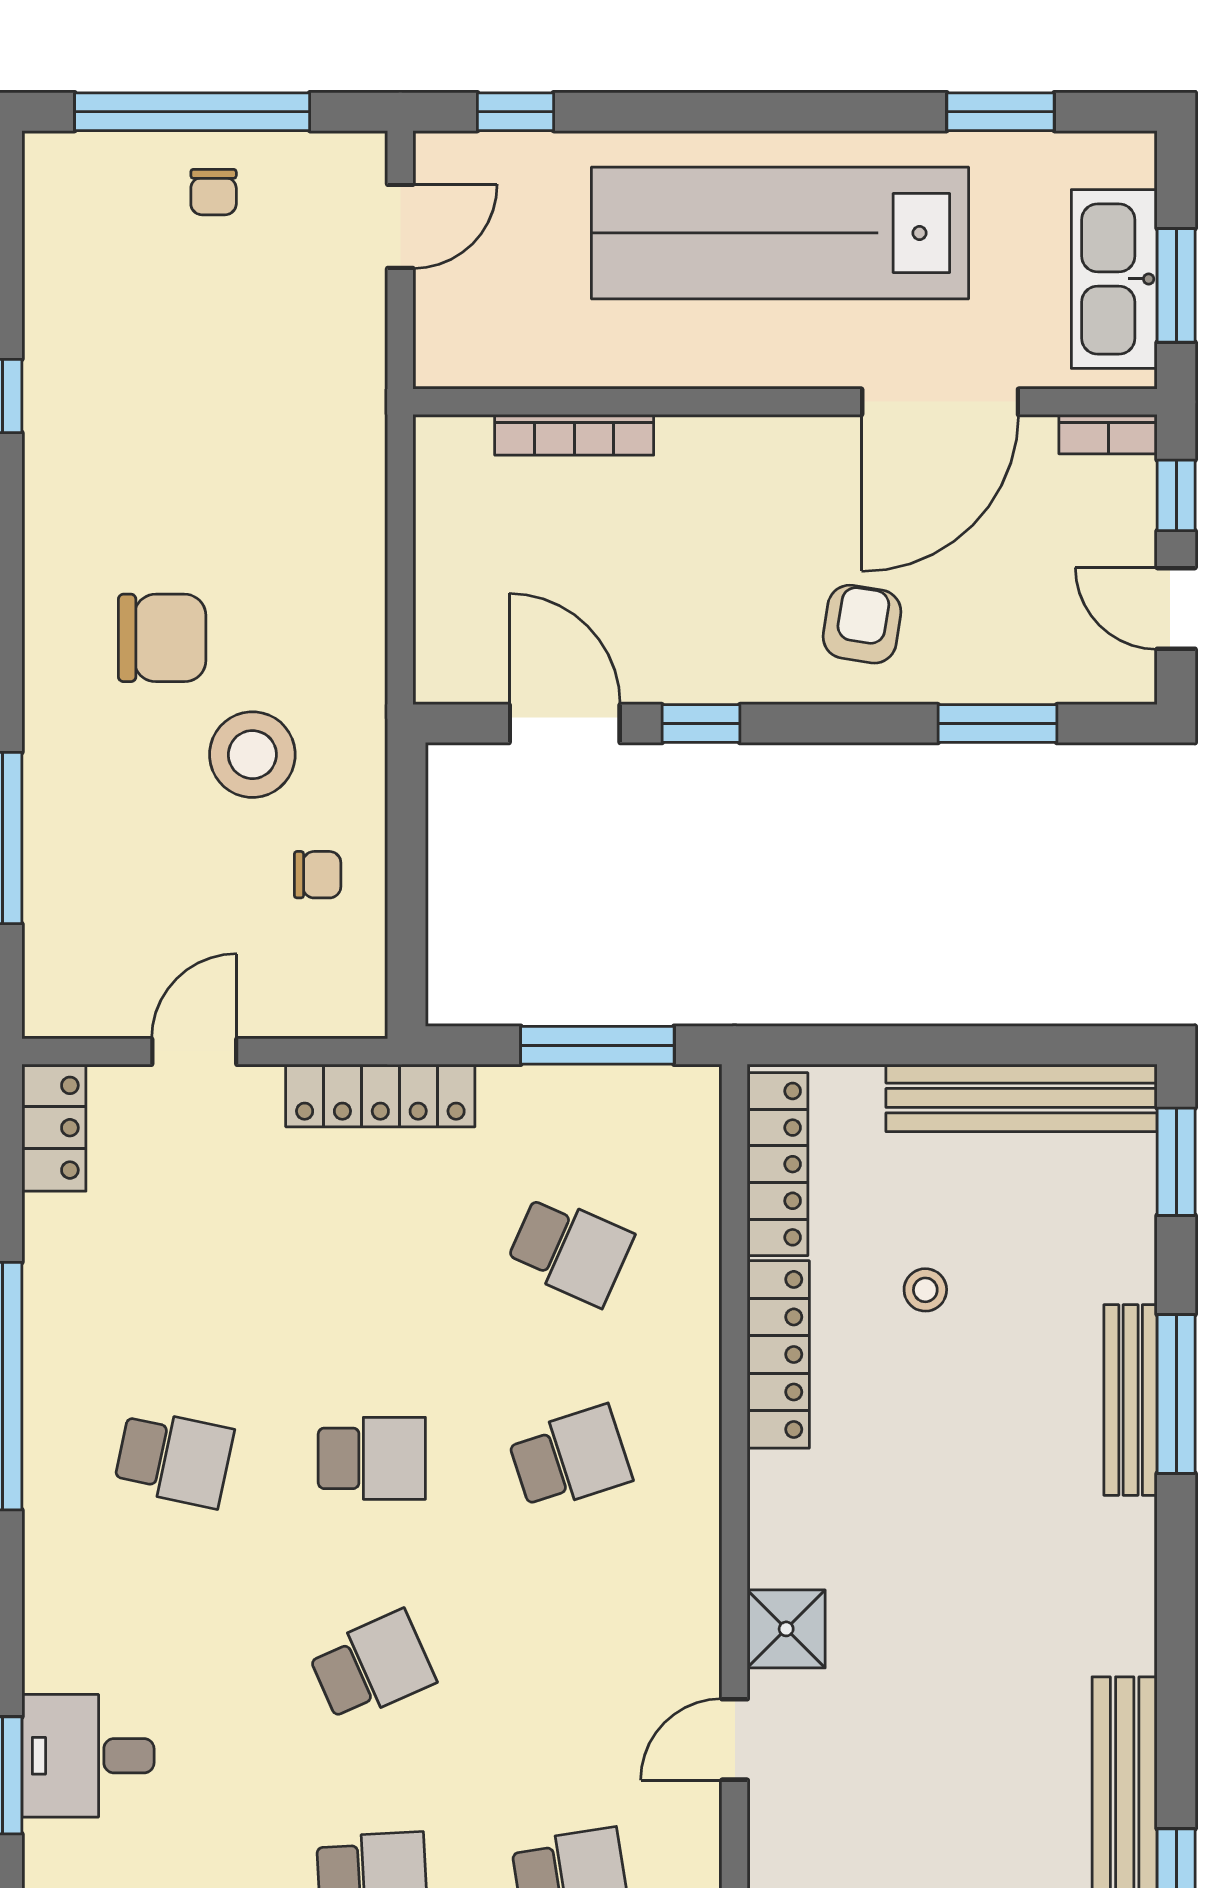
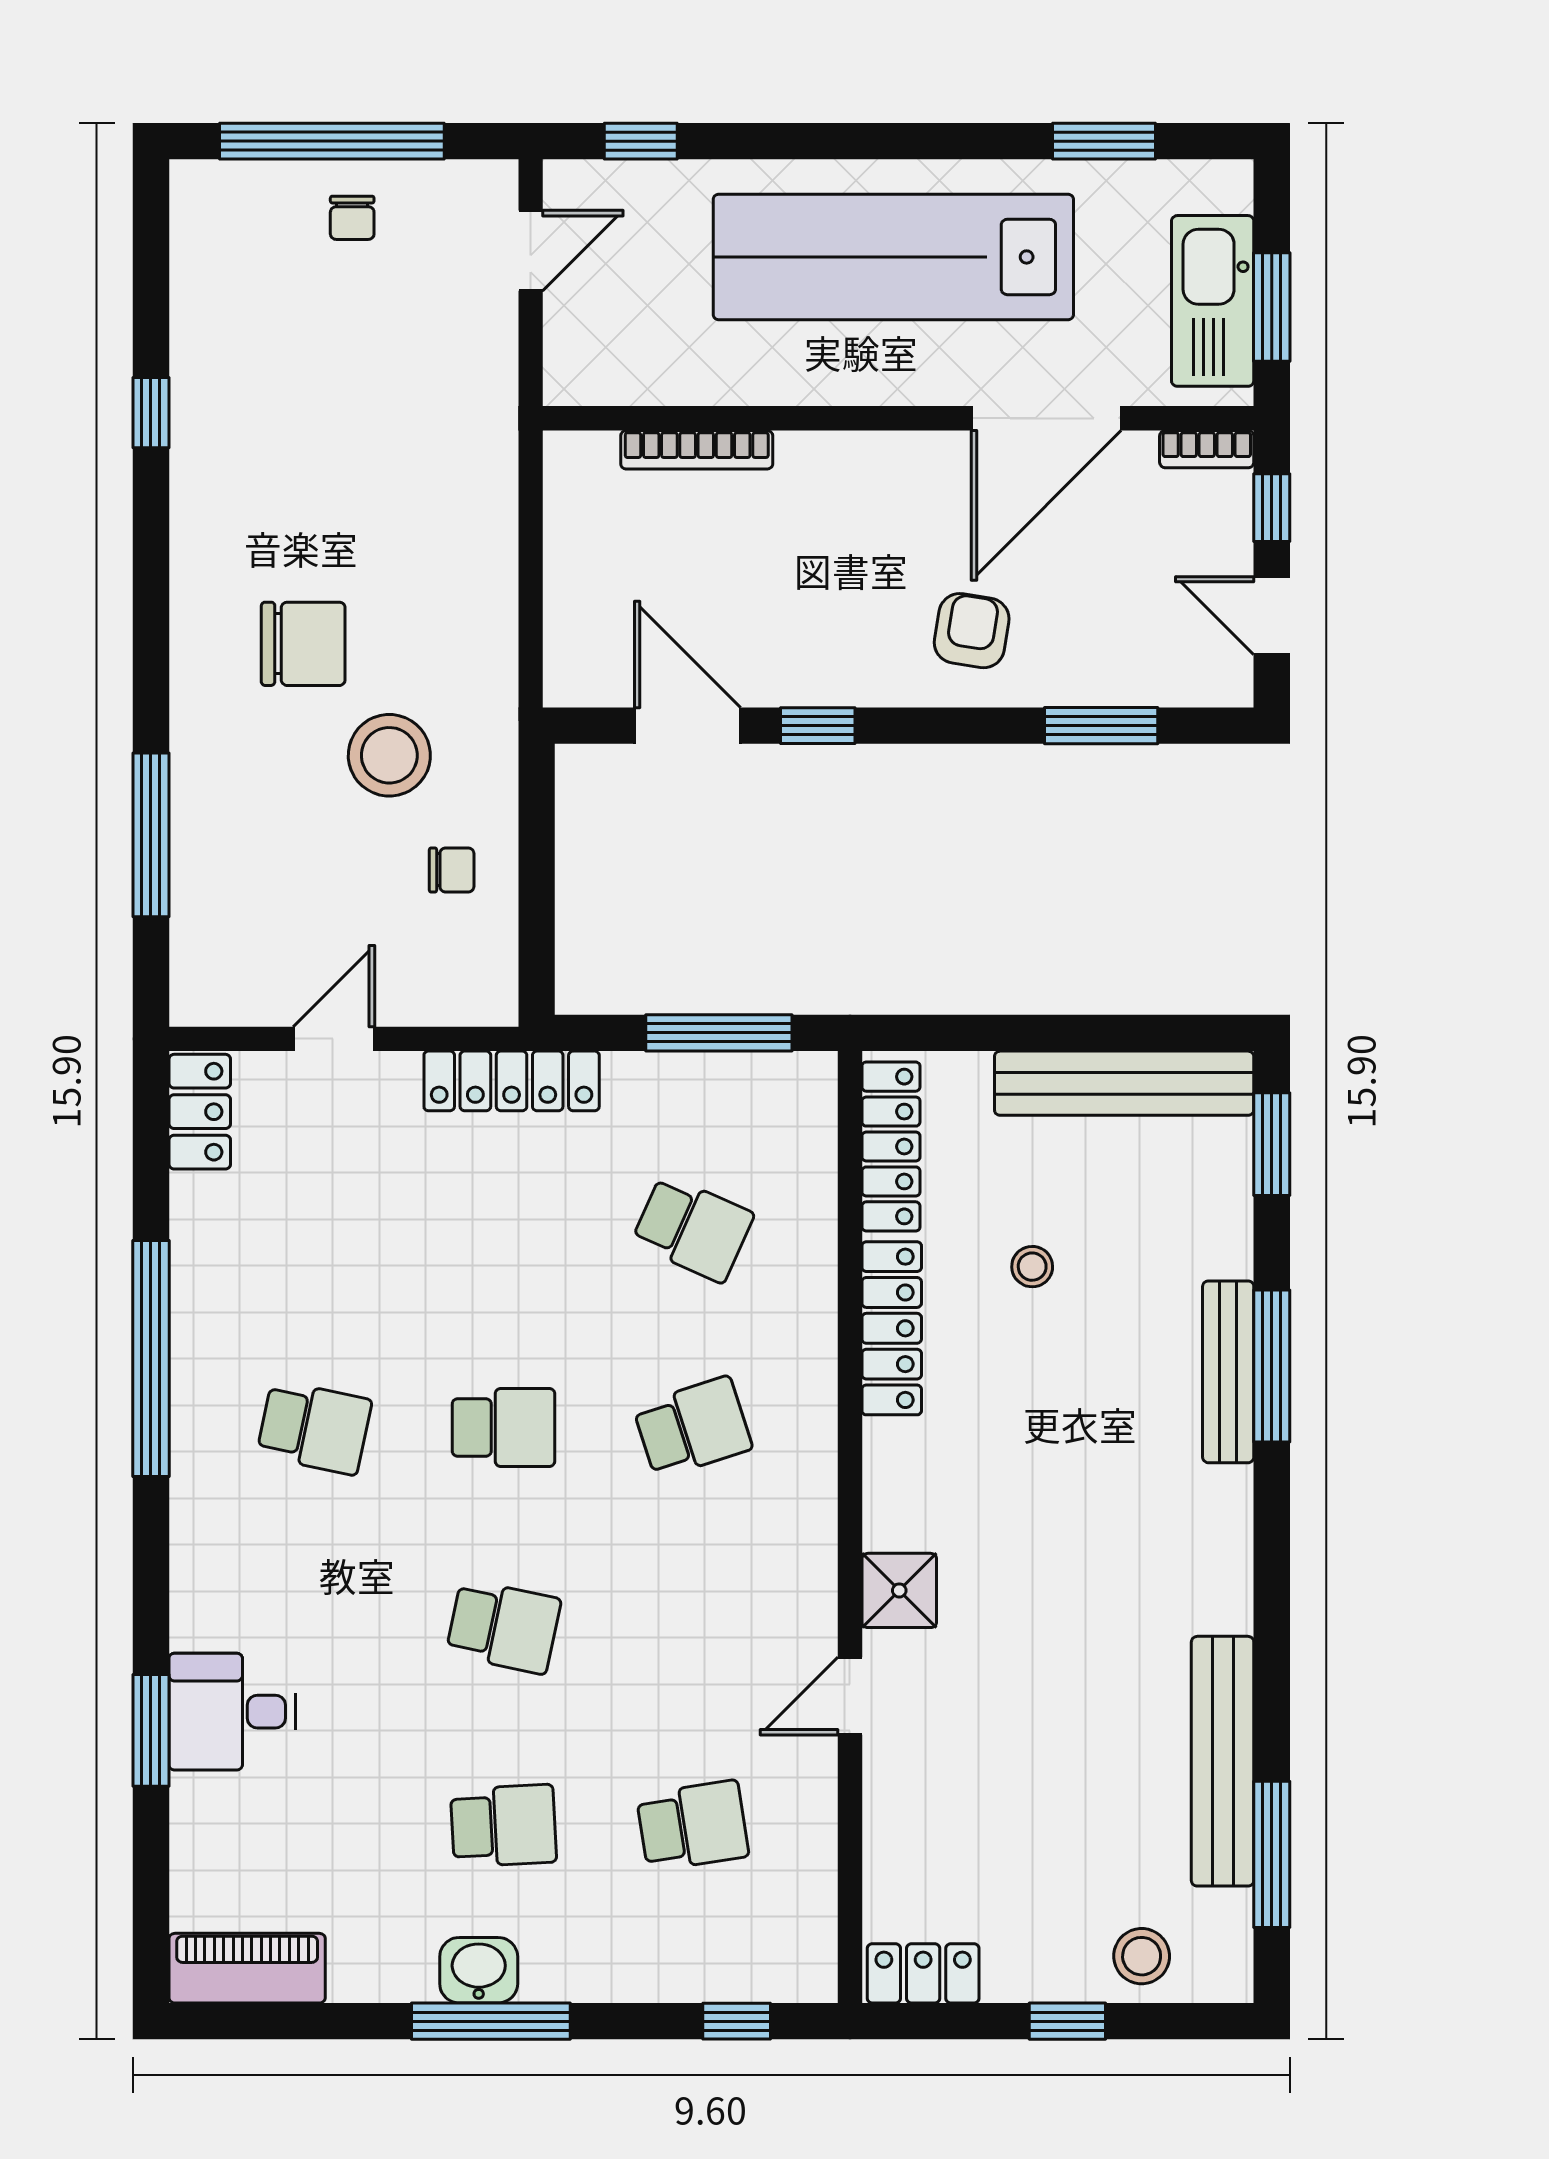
school desk: (372, 1667) -> (503, 1627), turned 36

